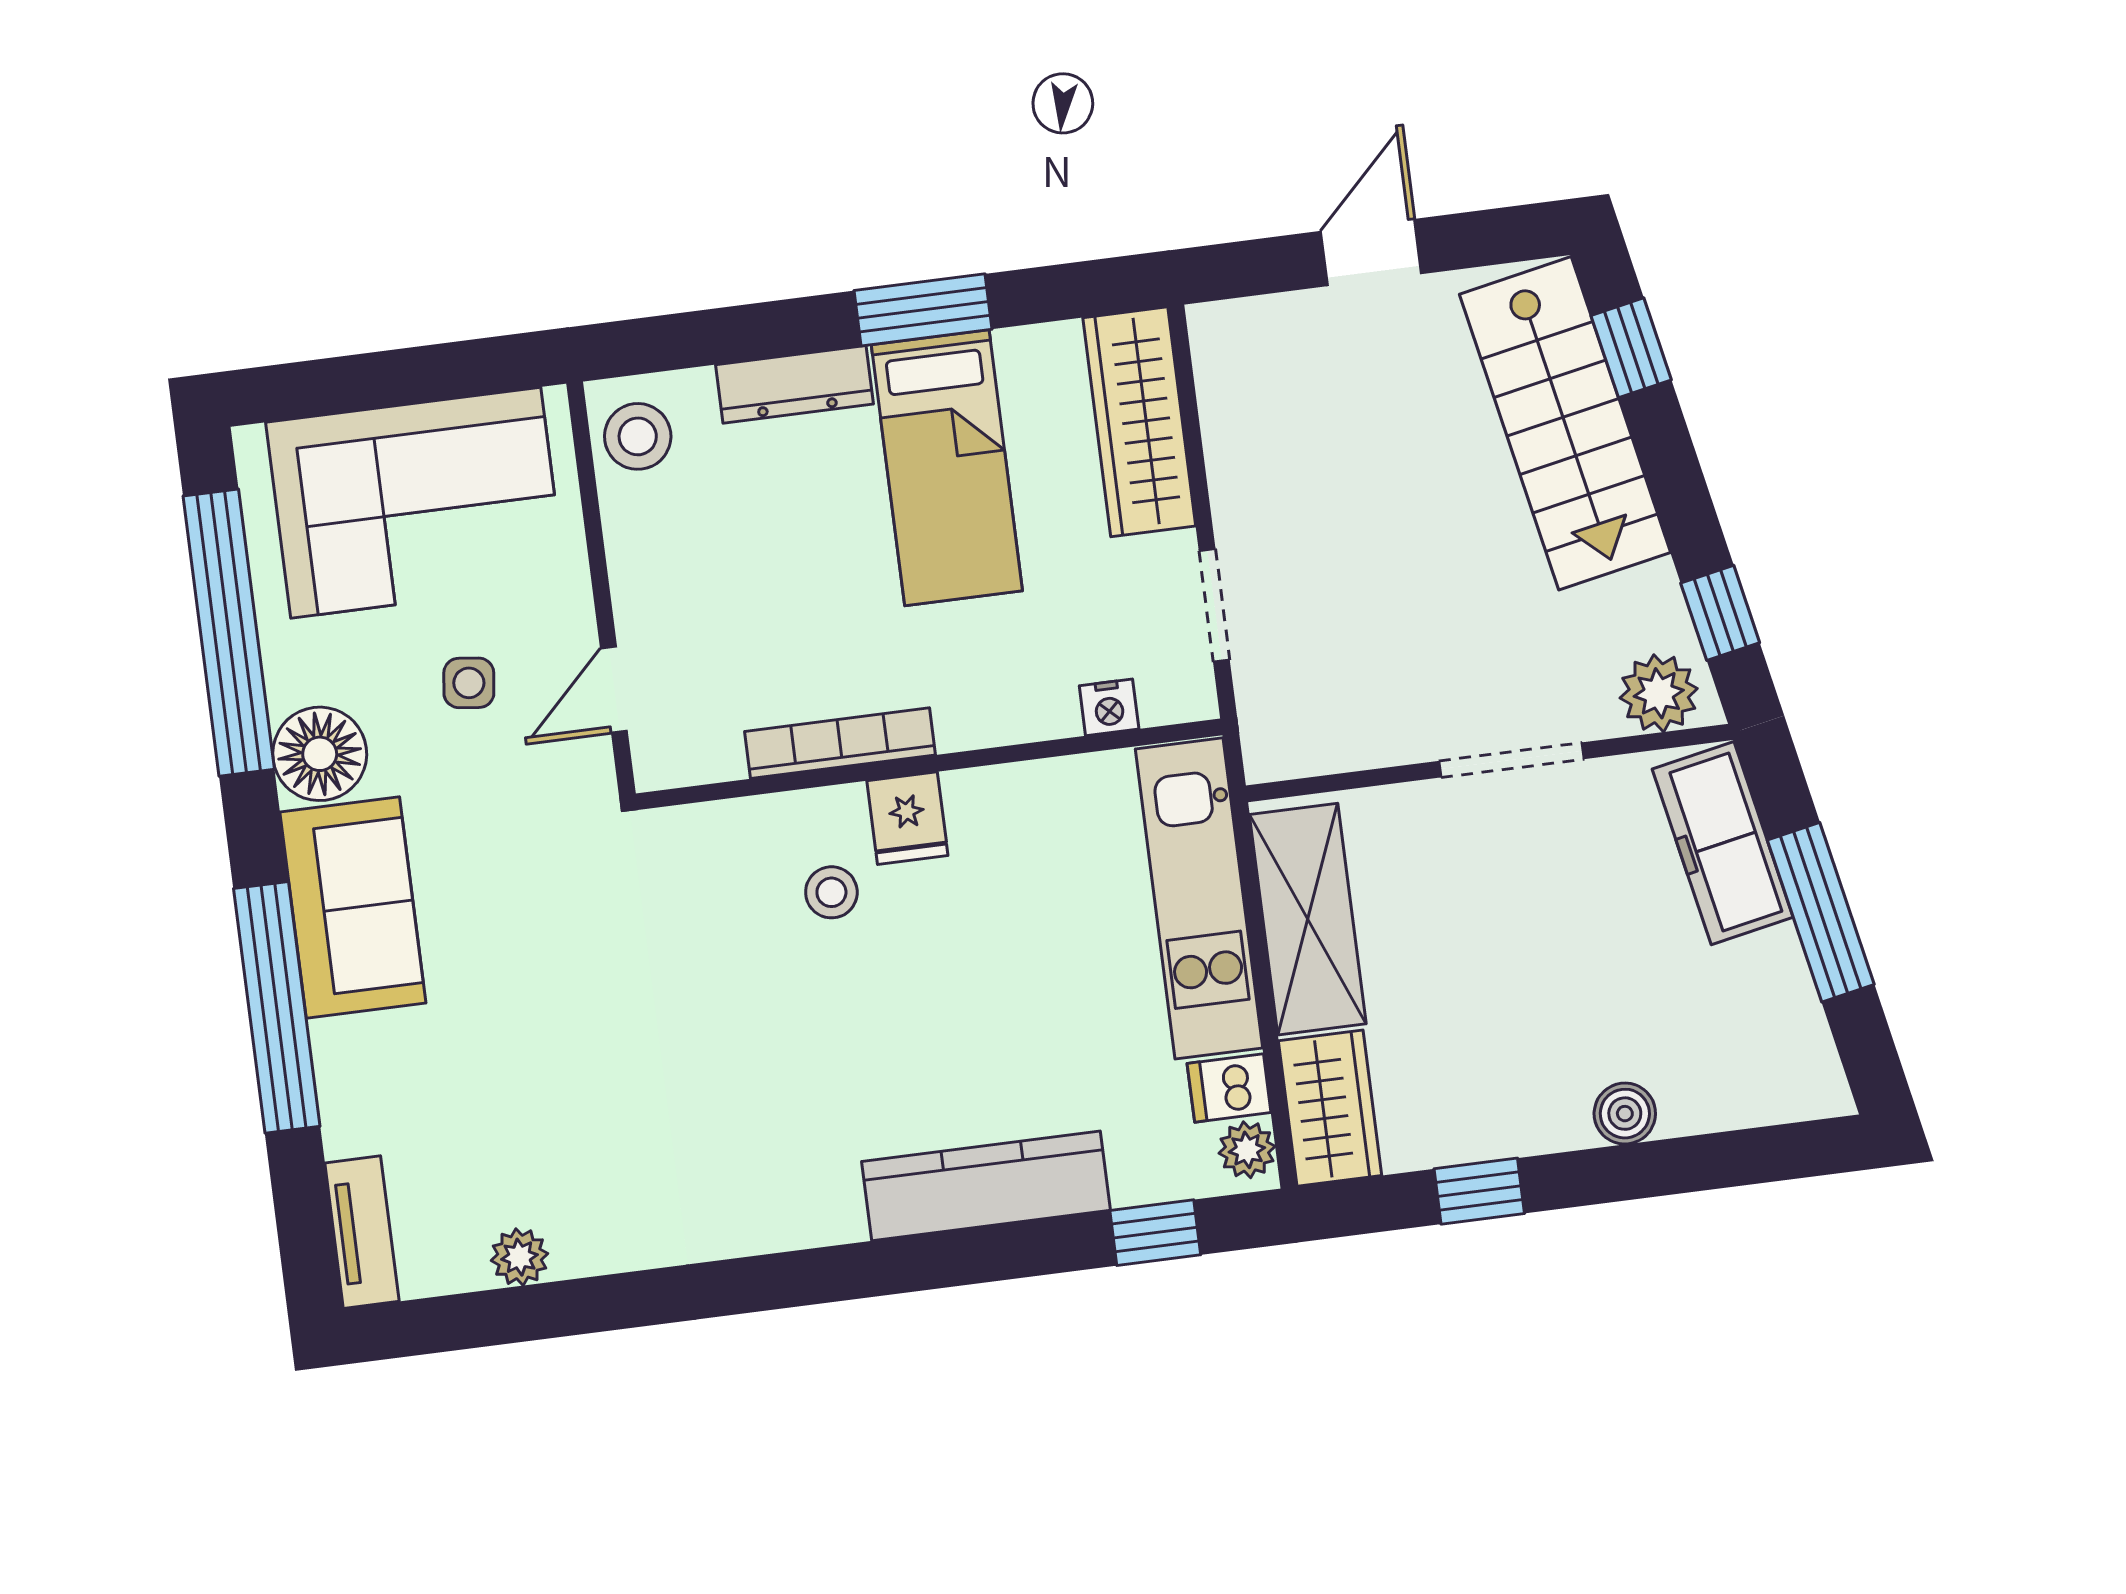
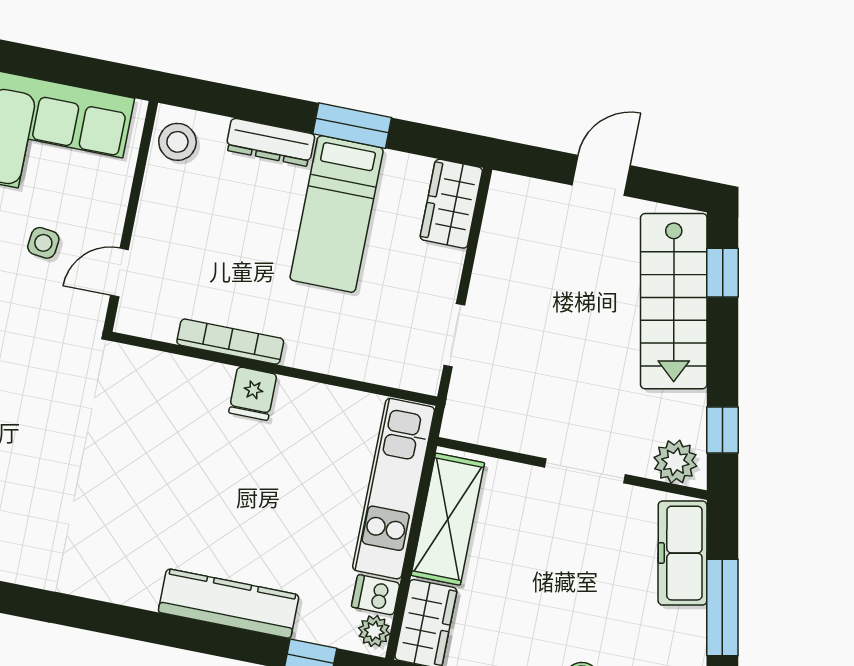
wardrobe: (1139, 422) -> (451, 204), width x0.67
nightstand: (1109, 707) -> (380, 371), removed
stool: (831, 892) -> (199, 419), removed

